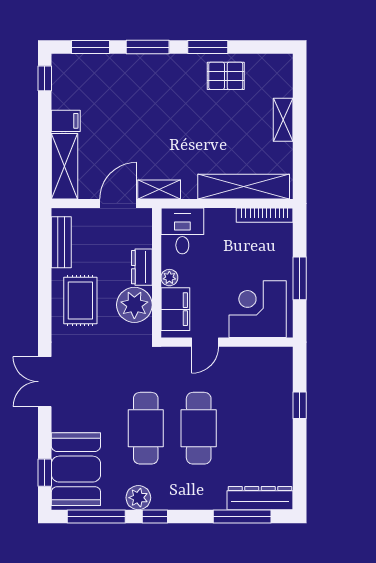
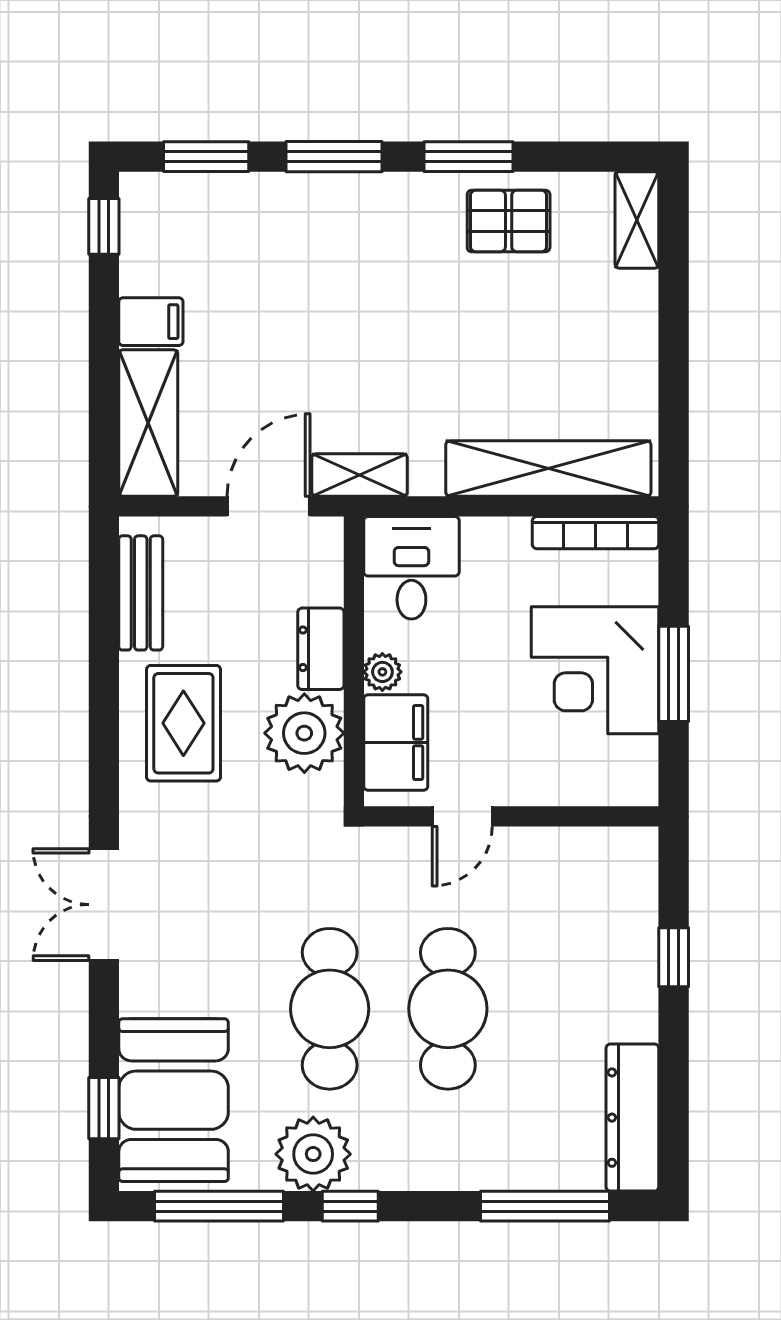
shelving: (283, 120) -> (637, 220), moved
corner desk: (258, 309) -> (595, 670), moved, turned -90
plant: (138, 498) -> (313, 1154), width x1.36, depth x1.36
dresser: (260, 498) -> (632, 1118), moved, turned -90

